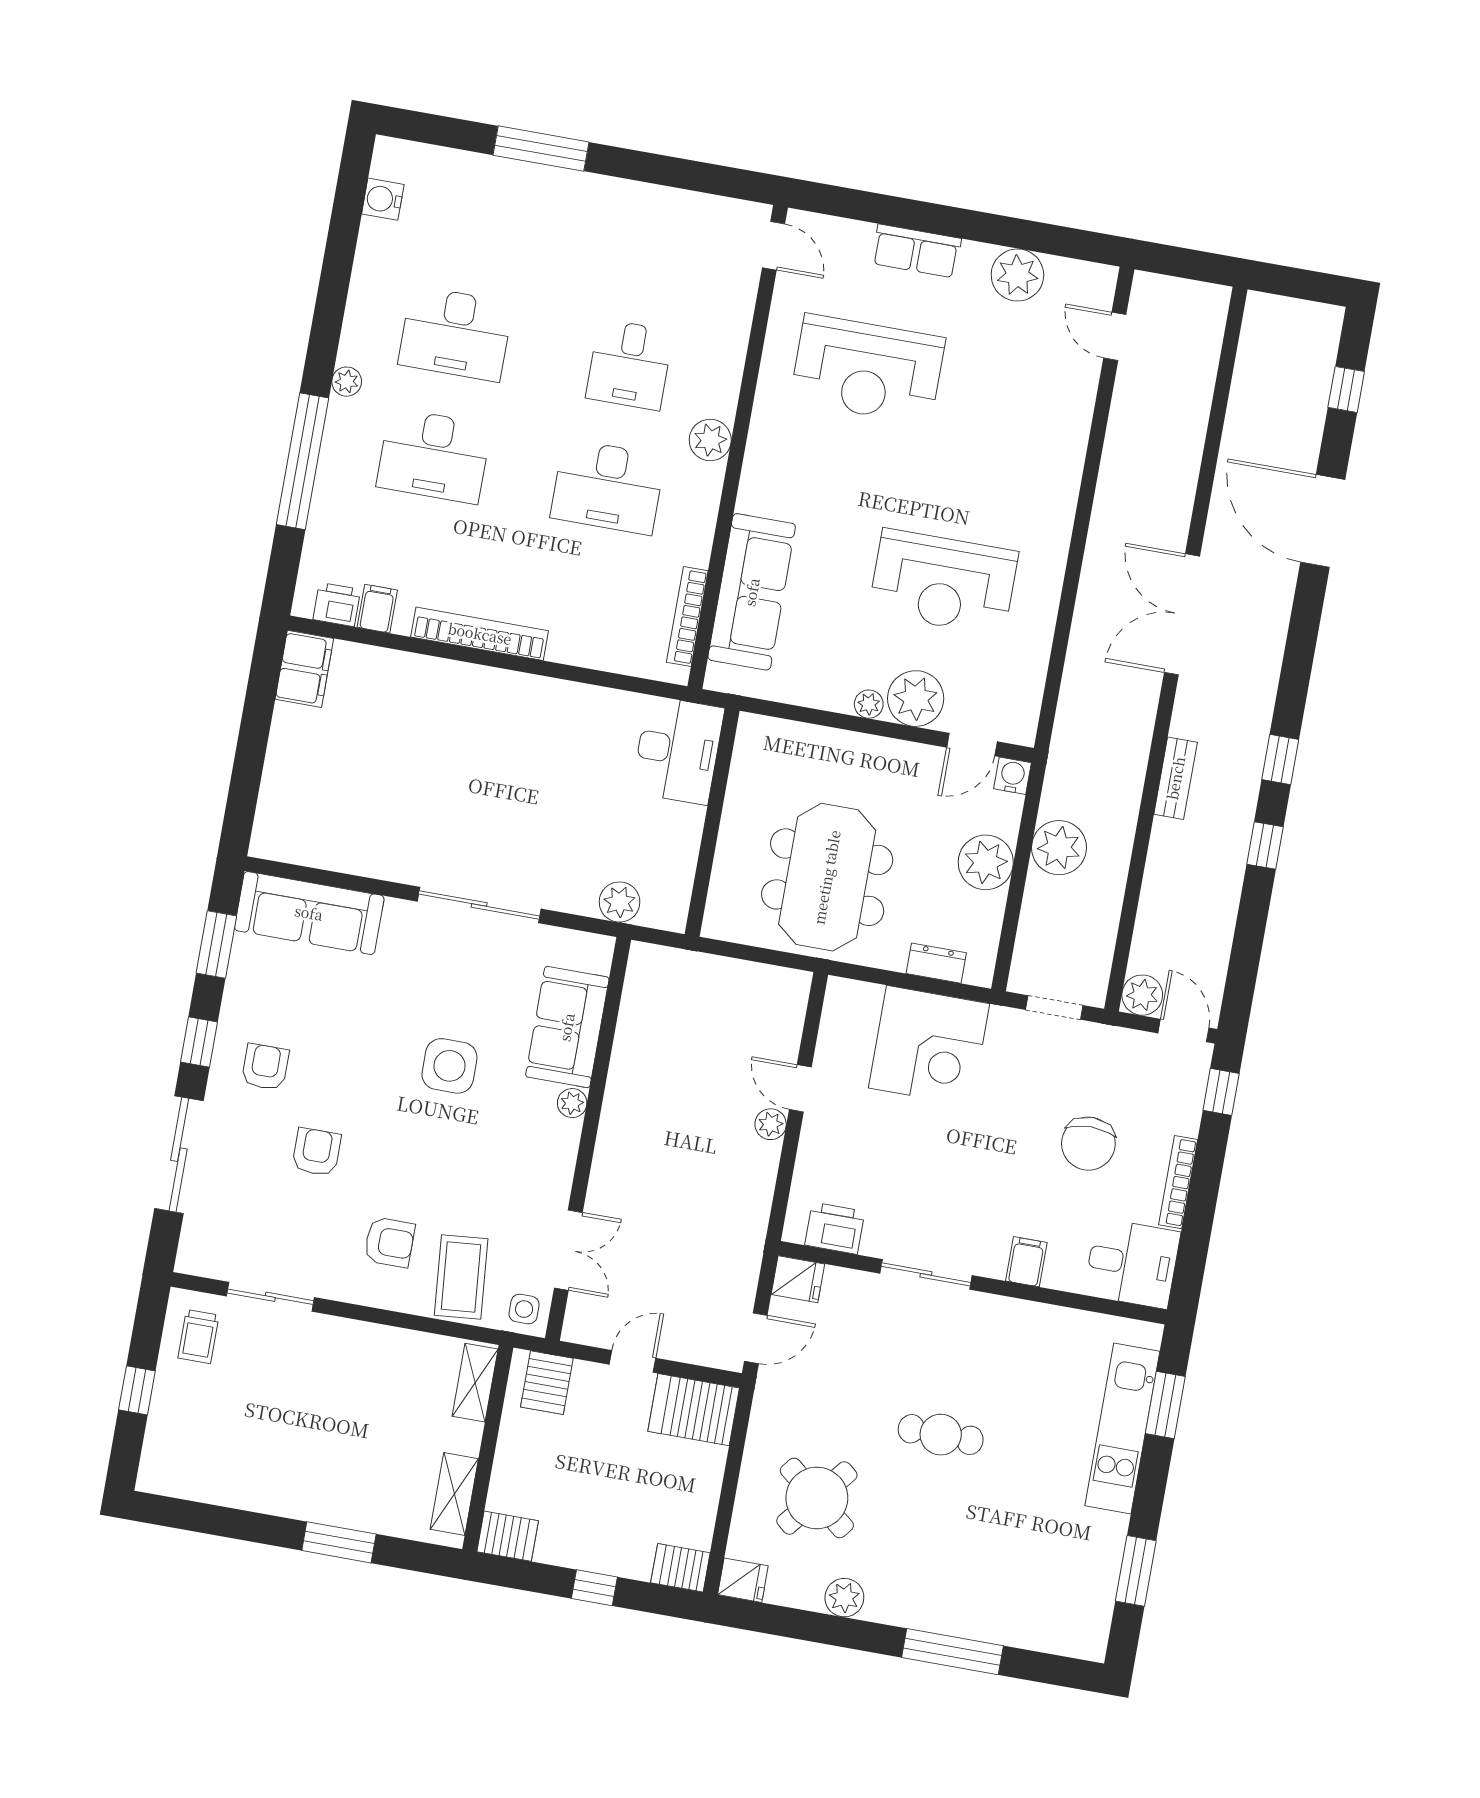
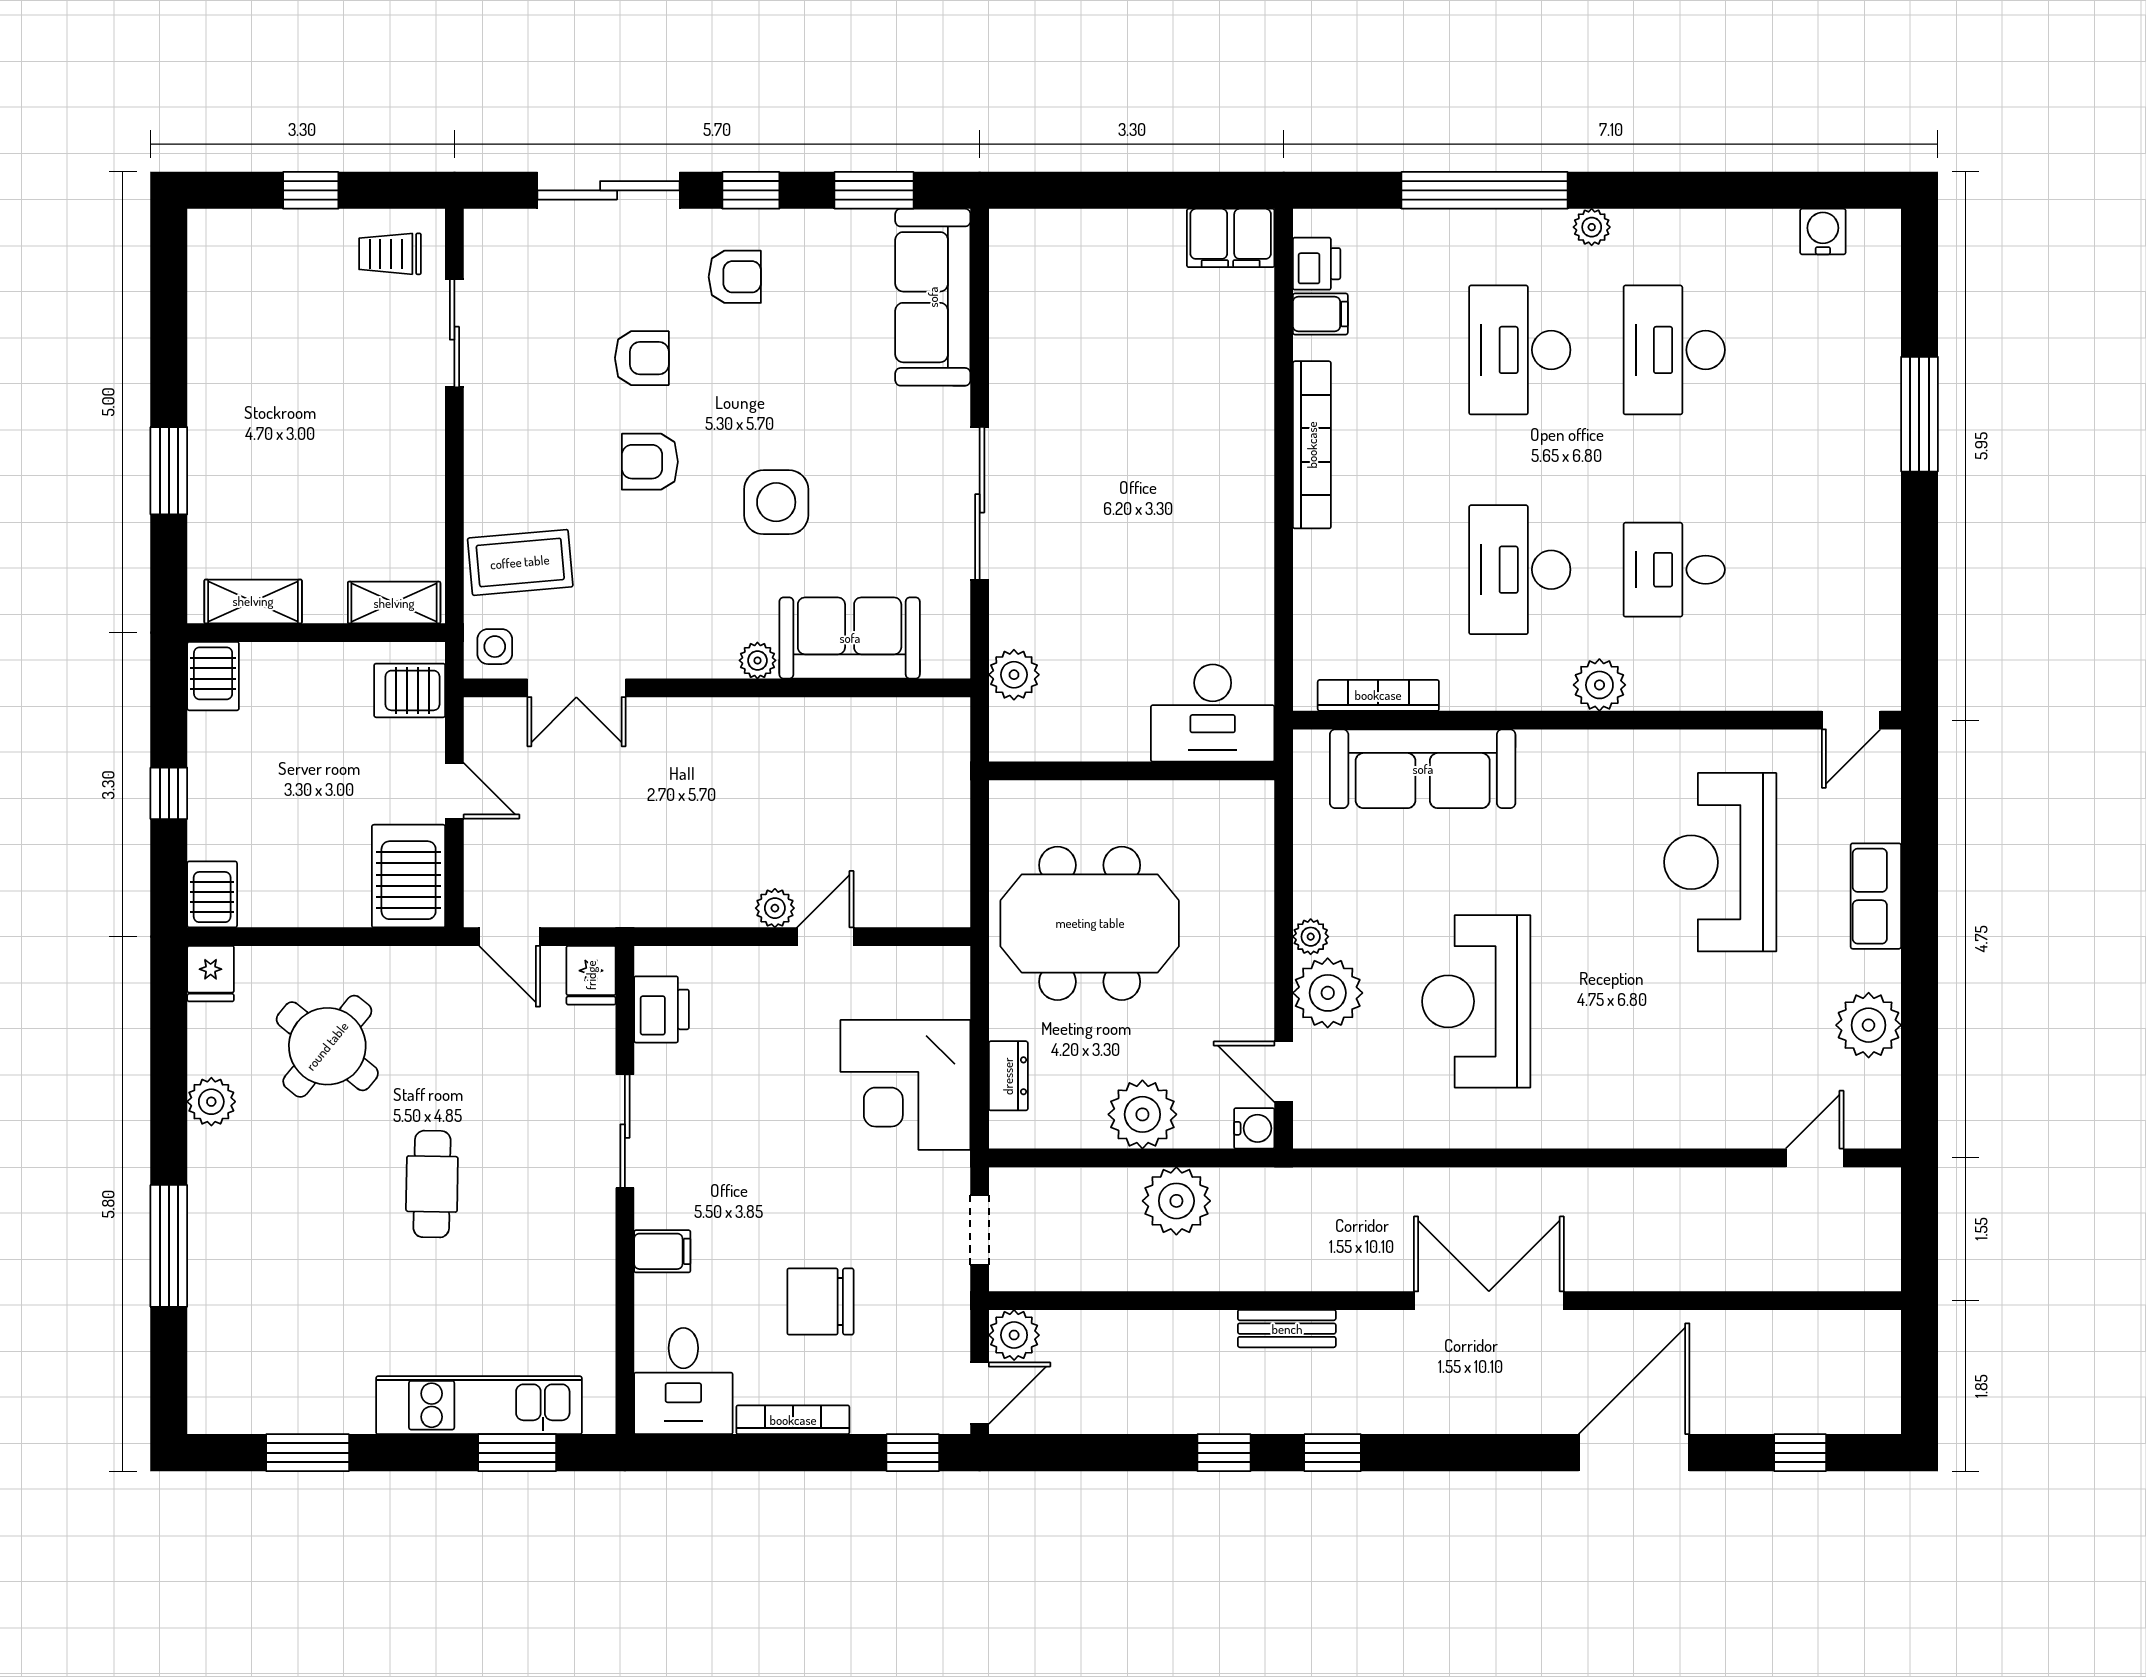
armchair: (389, 1242) -> (650, 462), moved, turned 90

